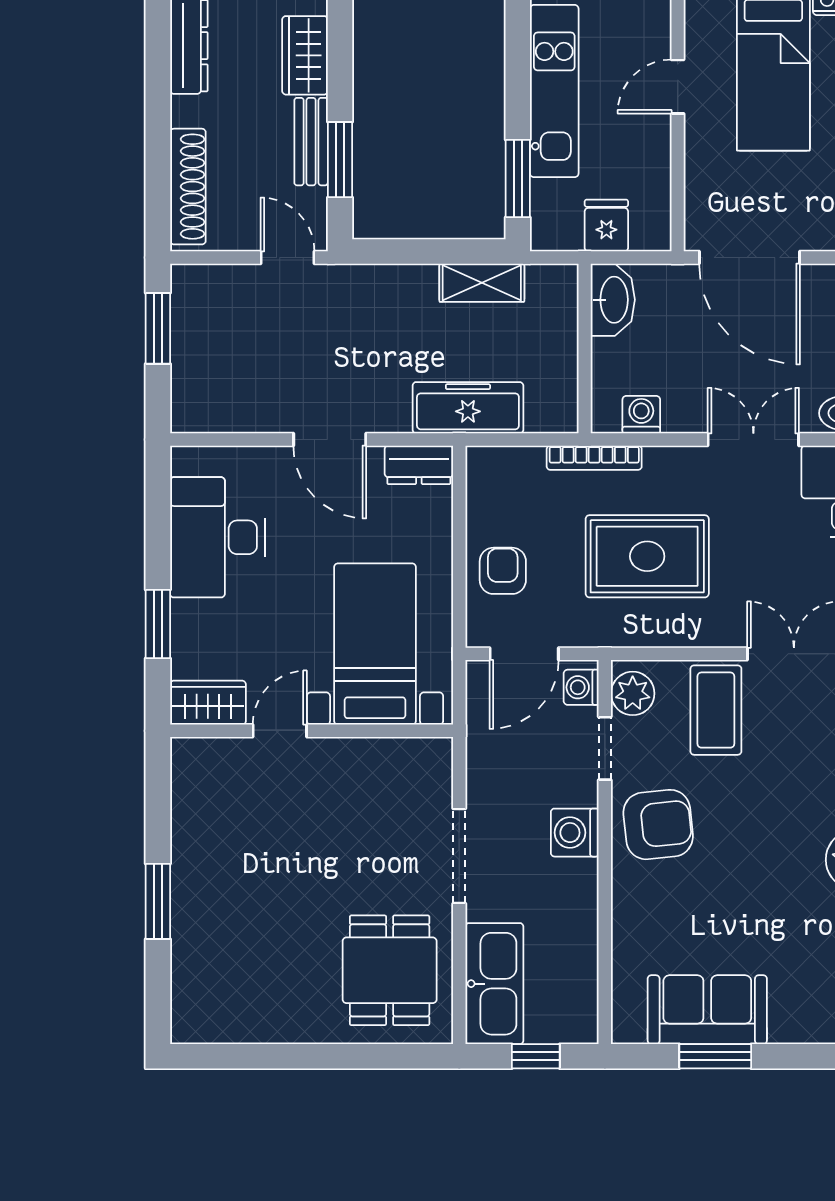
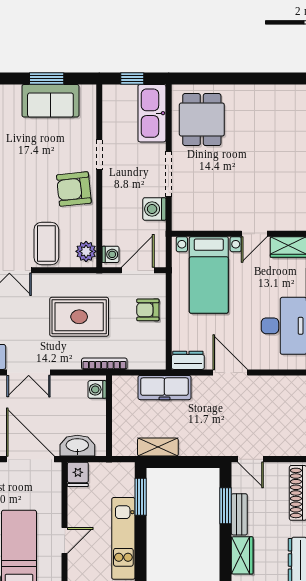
fridge: (606, 226) -> (78, 474), moved
washbasin: (613, 300) -> (77, 446), moved, turned 90
washing machine: (641, 415) -> (97, 389), moved, turned 90
armchair: (503, 571) -> (148, 310), turned 90
doorway: (605, 748) -> (99, 155), moved
washing machine: (575, 833) -> (154, 209), moved, turned 180

